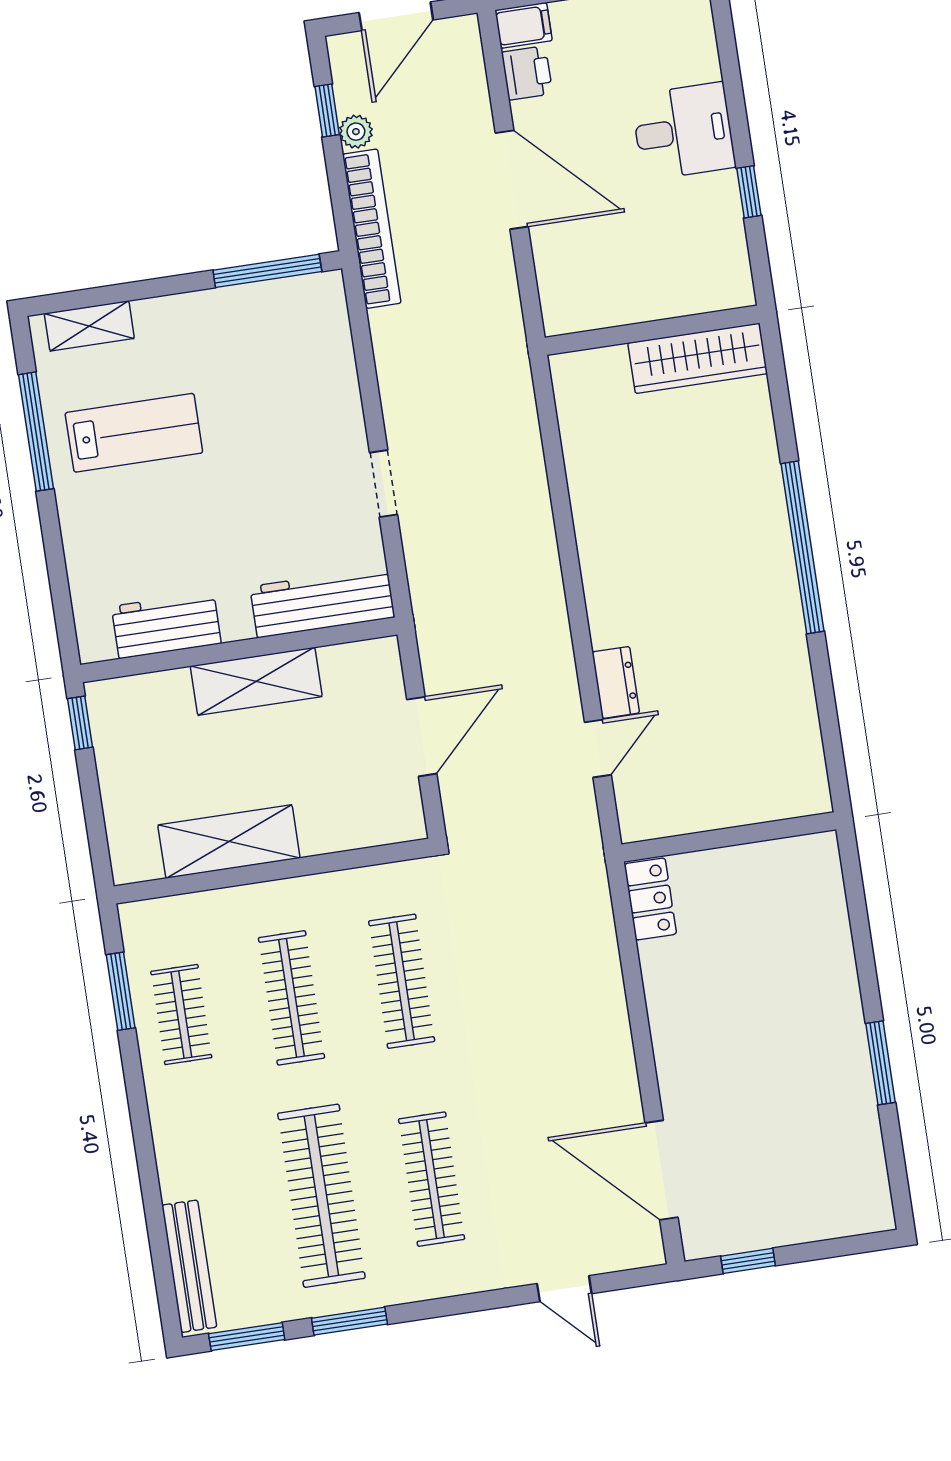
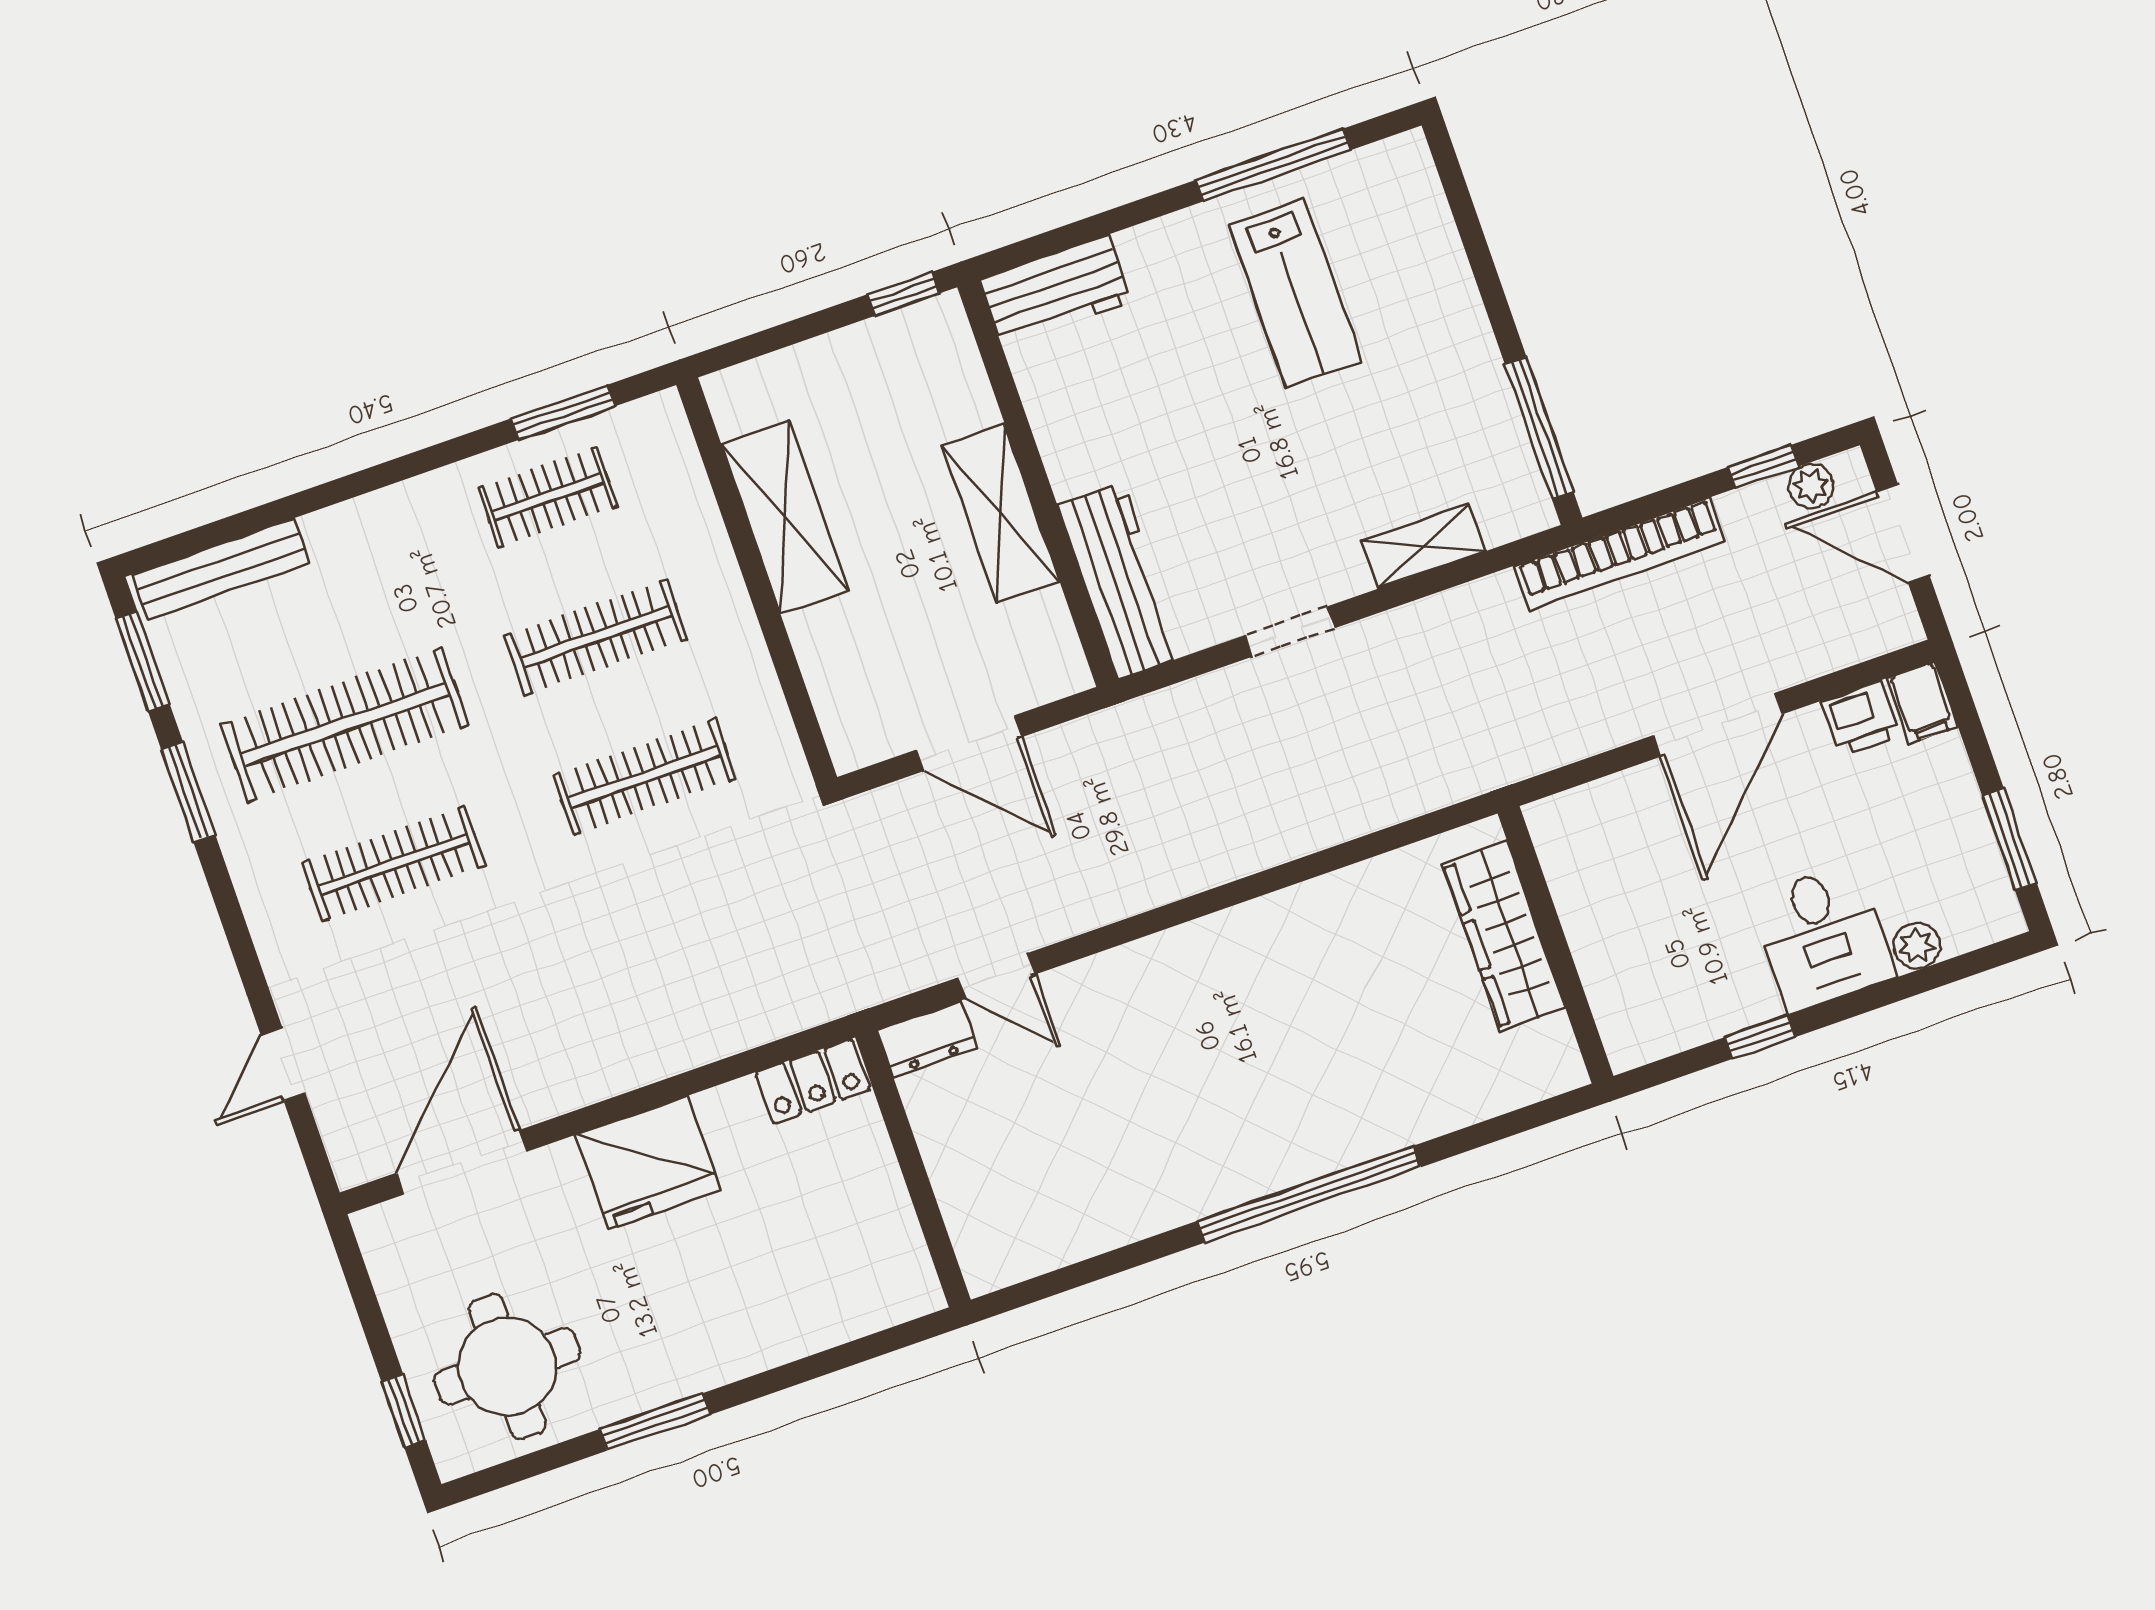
plant: (703, 63) -> (1917, 946), added
plant: (356, 132) -> (1811, 486), moved
shelving: (89, 326) -> (1423, 546), moved, turned 90
wardrobe: (698, 358) -> (1504, 936), moved
workbench: (166, 625) -> (1055, 291), moved, turned 90
dresser: (616, 682) -> (927, 1039), moved
fridge: (688, 1032) -> (648, 1163), added
round table: (819, 1165) -> (507, 1367), added
window: (748, 1261) -> (404, 1411), moved

